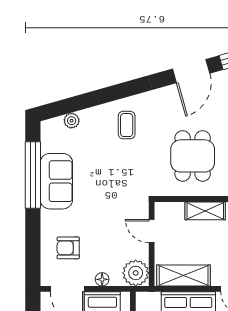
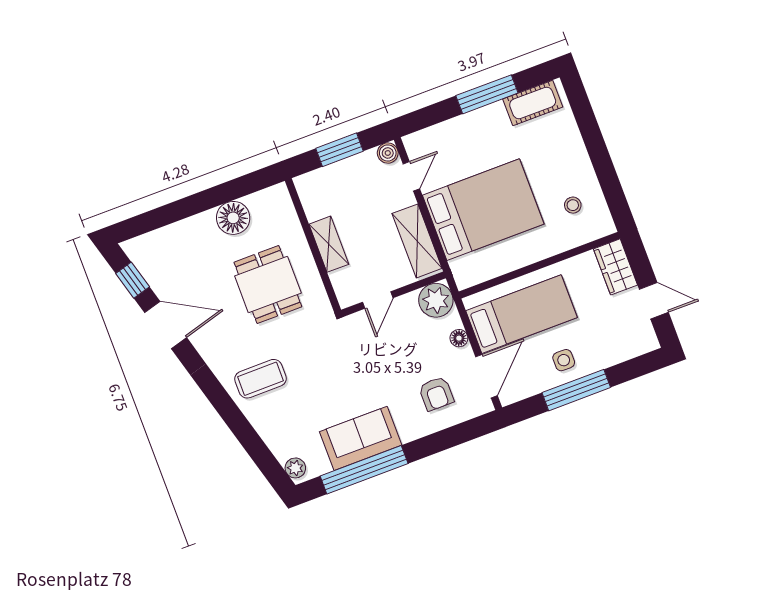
plant: (72, 121) -> (295, 468), moved
coffee table: (127, 125) -> (260, 379), width x1.36, depth x1.30
dining table: (193, 156) -> (268, 285), turned 90

